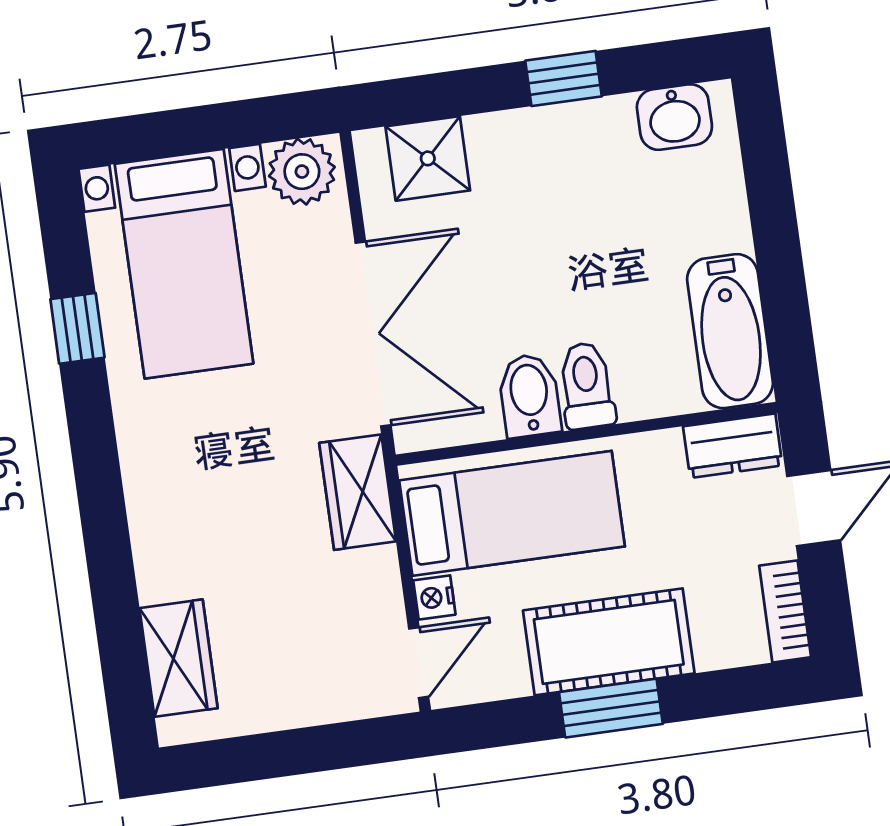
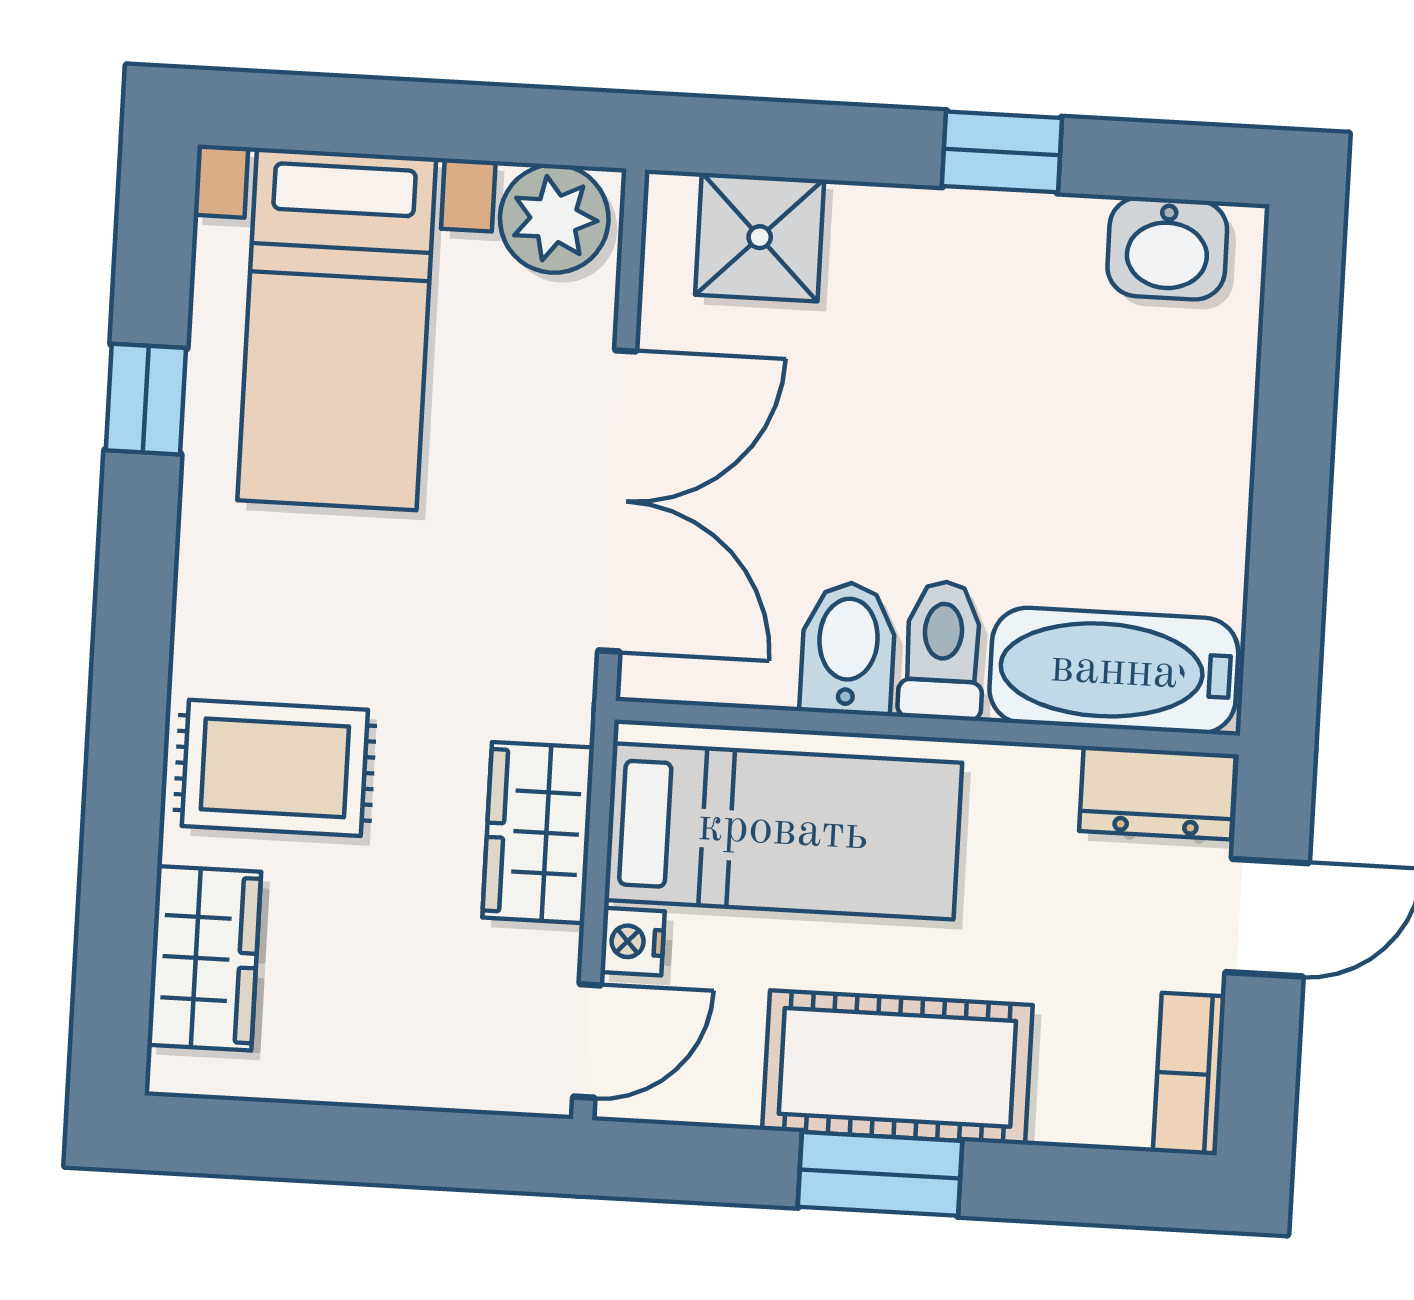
bathtub: (730, 331) -> (1114, 671), moved, turned 90
wardrobe: (358, 492) -> (538, 833), moved
rug: (199, 535) -> (275, 768), added

